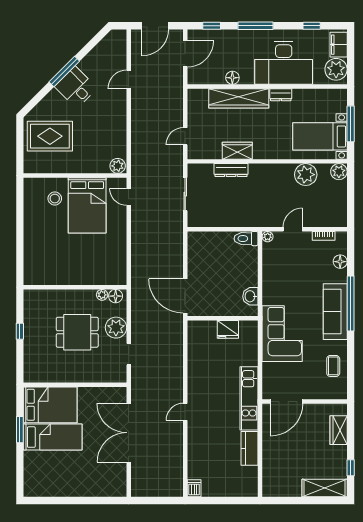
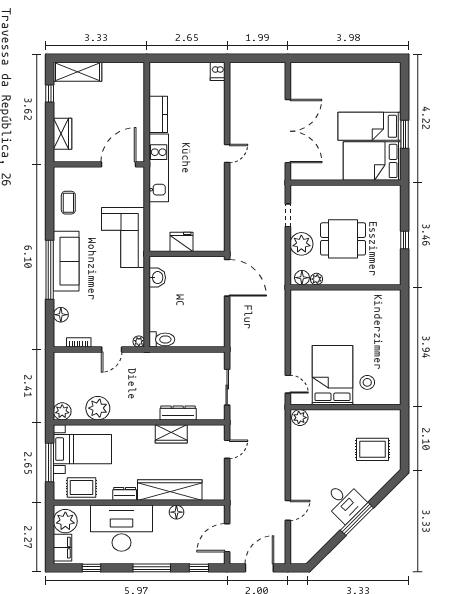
rug: (321, 101) -> (82, 488), added
rug: (50, 136) -> (372, 449), width x0.73, depth x0.70

